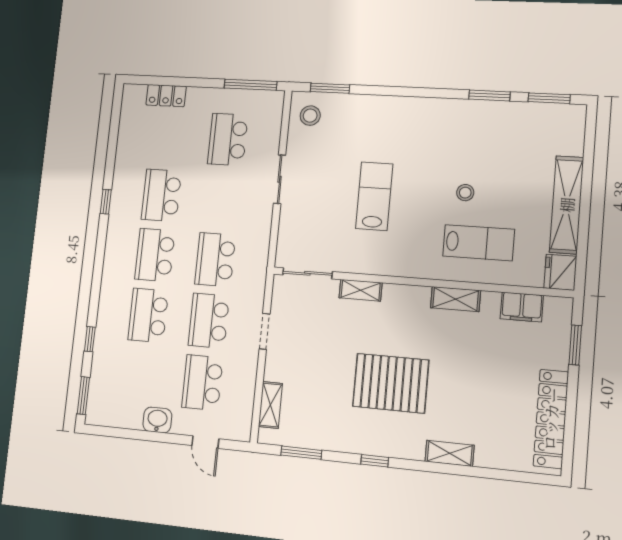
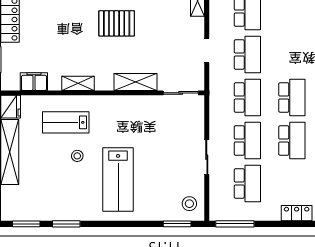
lab bench: (374, 196) -> (118, 180), moved, width x1.36, depth x1.39
shelving: (361, 290) -> (135, 82), width x1.50, depth x1.33
school desk: (148, 315) -> (247, 140), moved
pallet: (391, 383) -> (117, 23), width x0.73, depth x0.71

